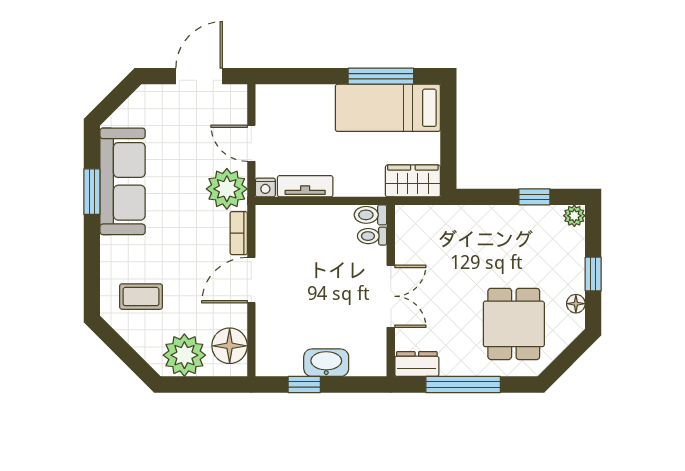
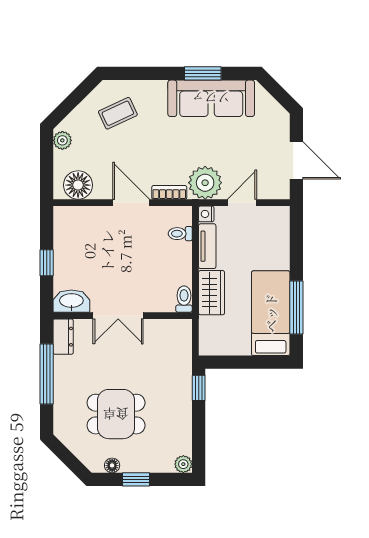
wardrobe: (413, 181) -> (212, 293), moved
window: (534, 197) -> (199, 388), moved
toilet: (372, 236) -> (180, 234), moved, turned -90
coffee table: (141, 297) -> (118, 113), turned 65
dining table: (514, 324) -> (116, 414), moved
plant: (184, 355) -> (62, 140), width x0.53, depth x0.53
washbasin: (326, 363) -> (71, 301), moved, turned -90
window: (304, 384) -> (47, 263), moved

